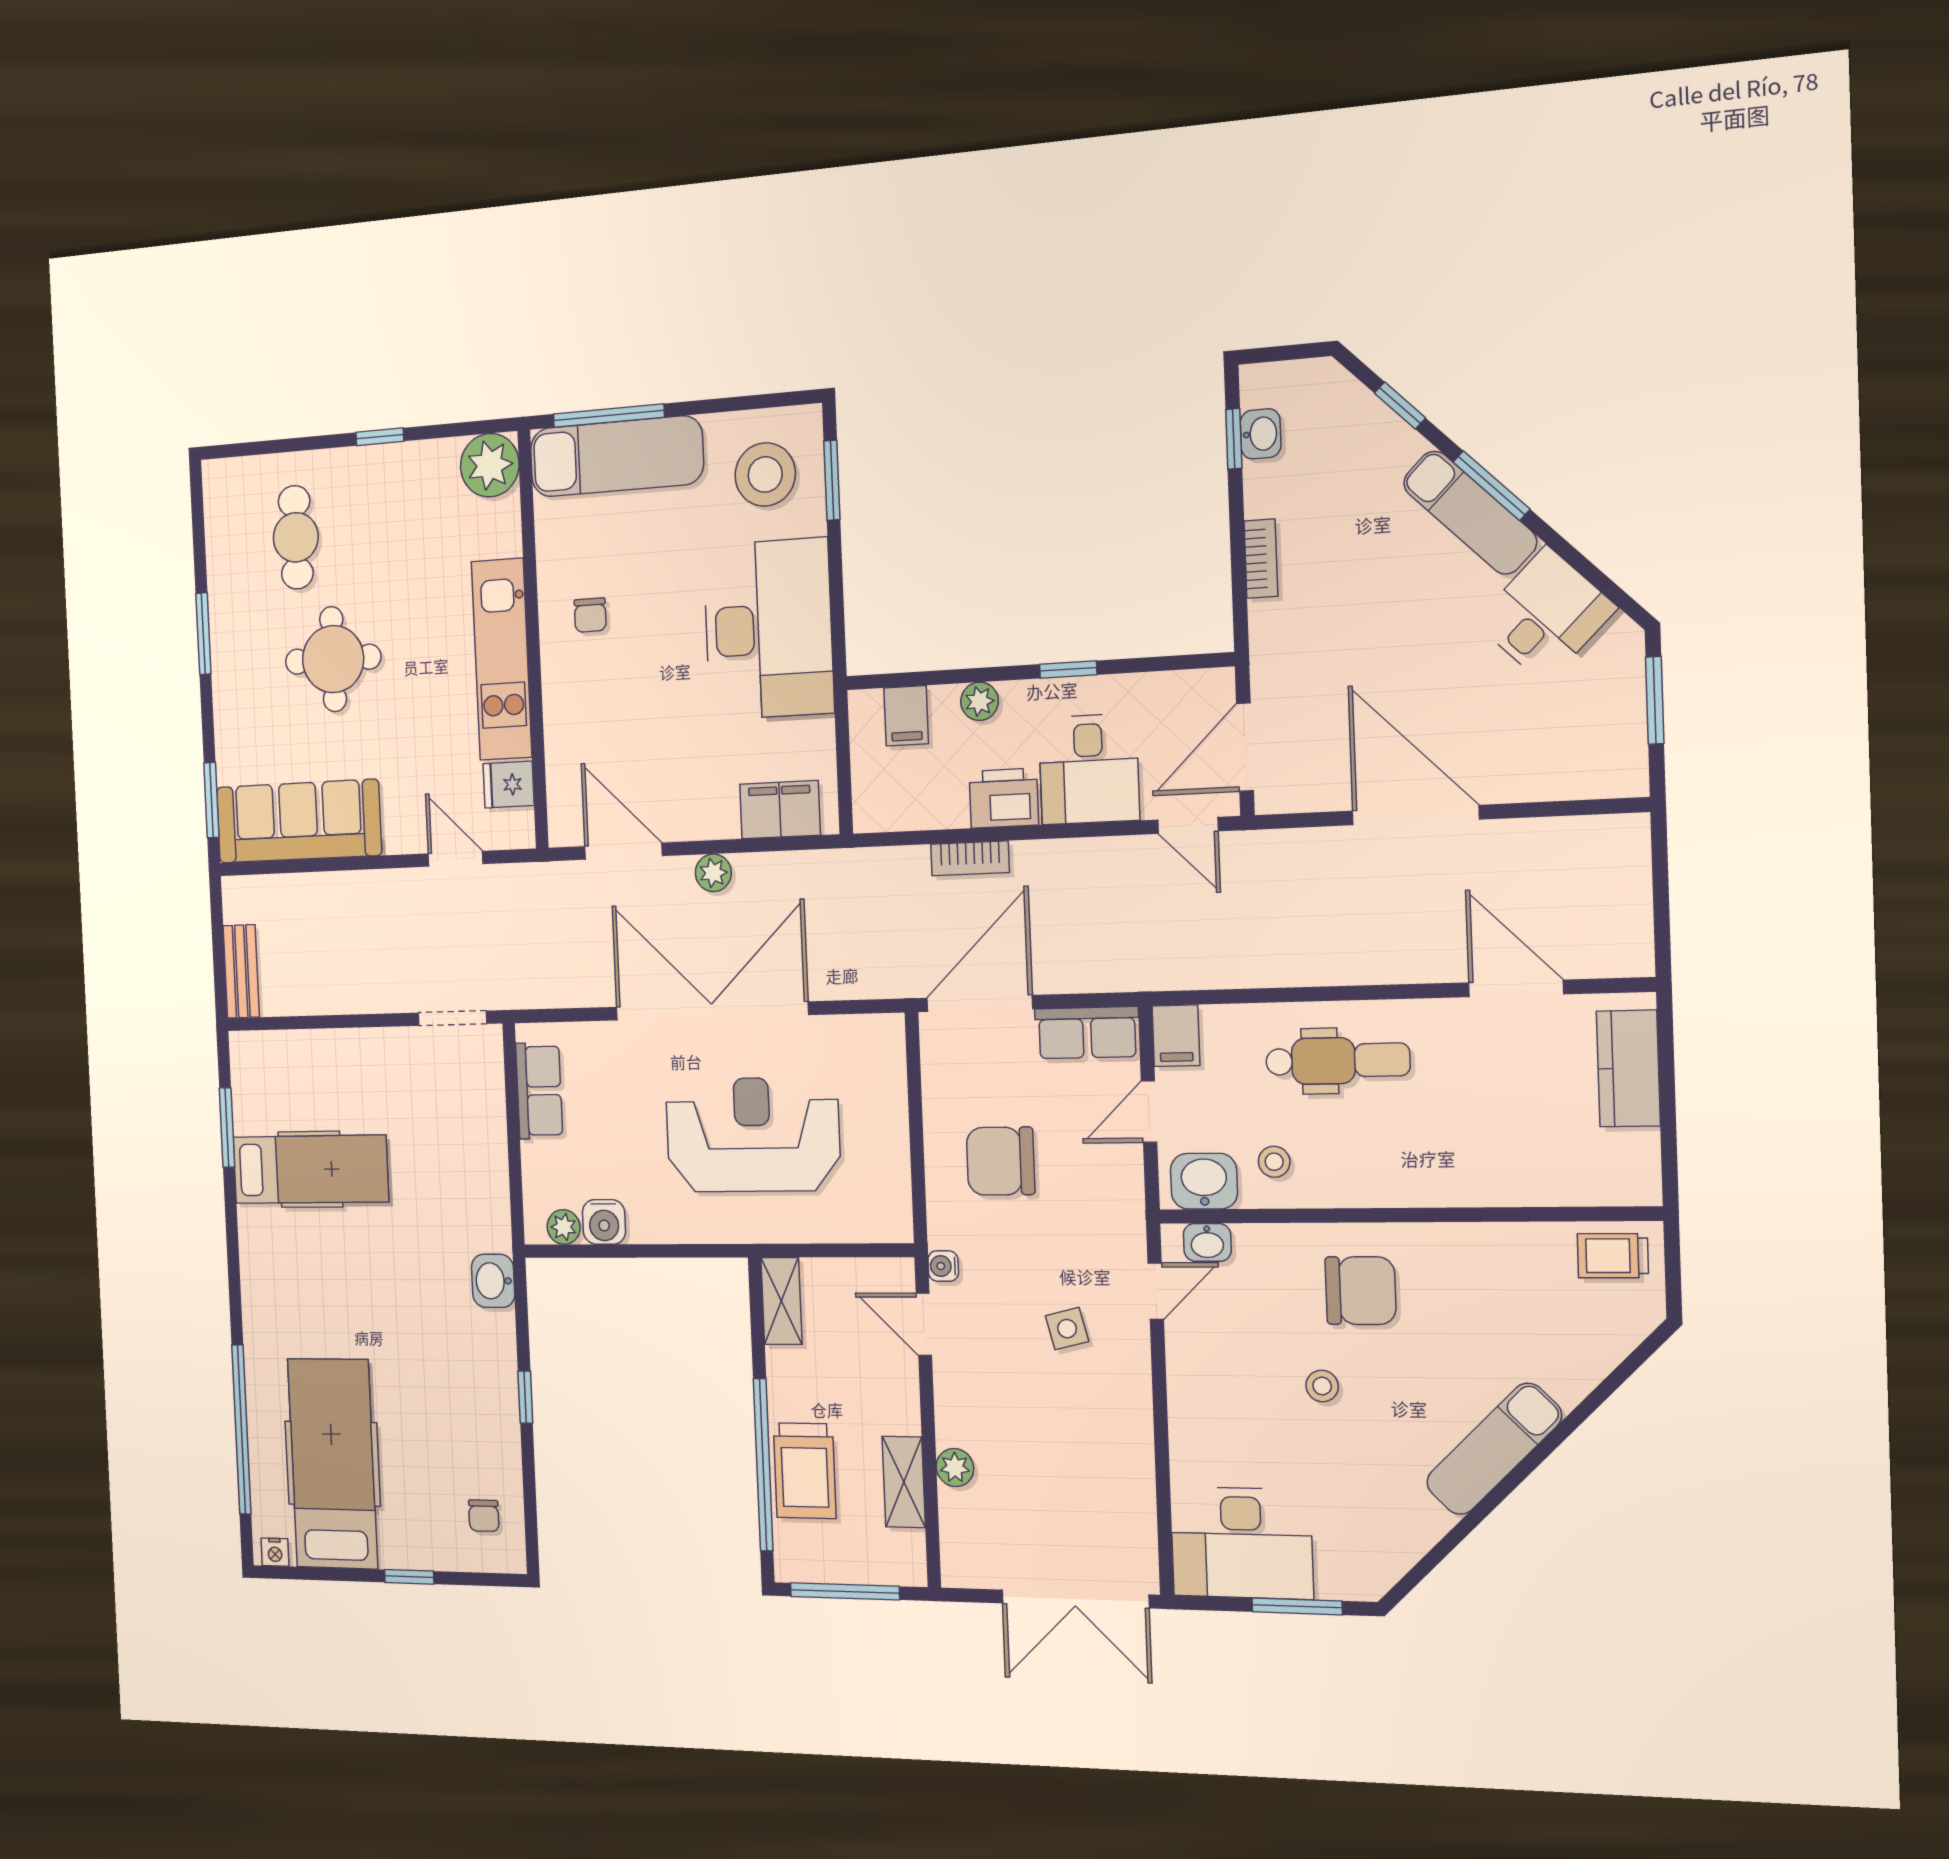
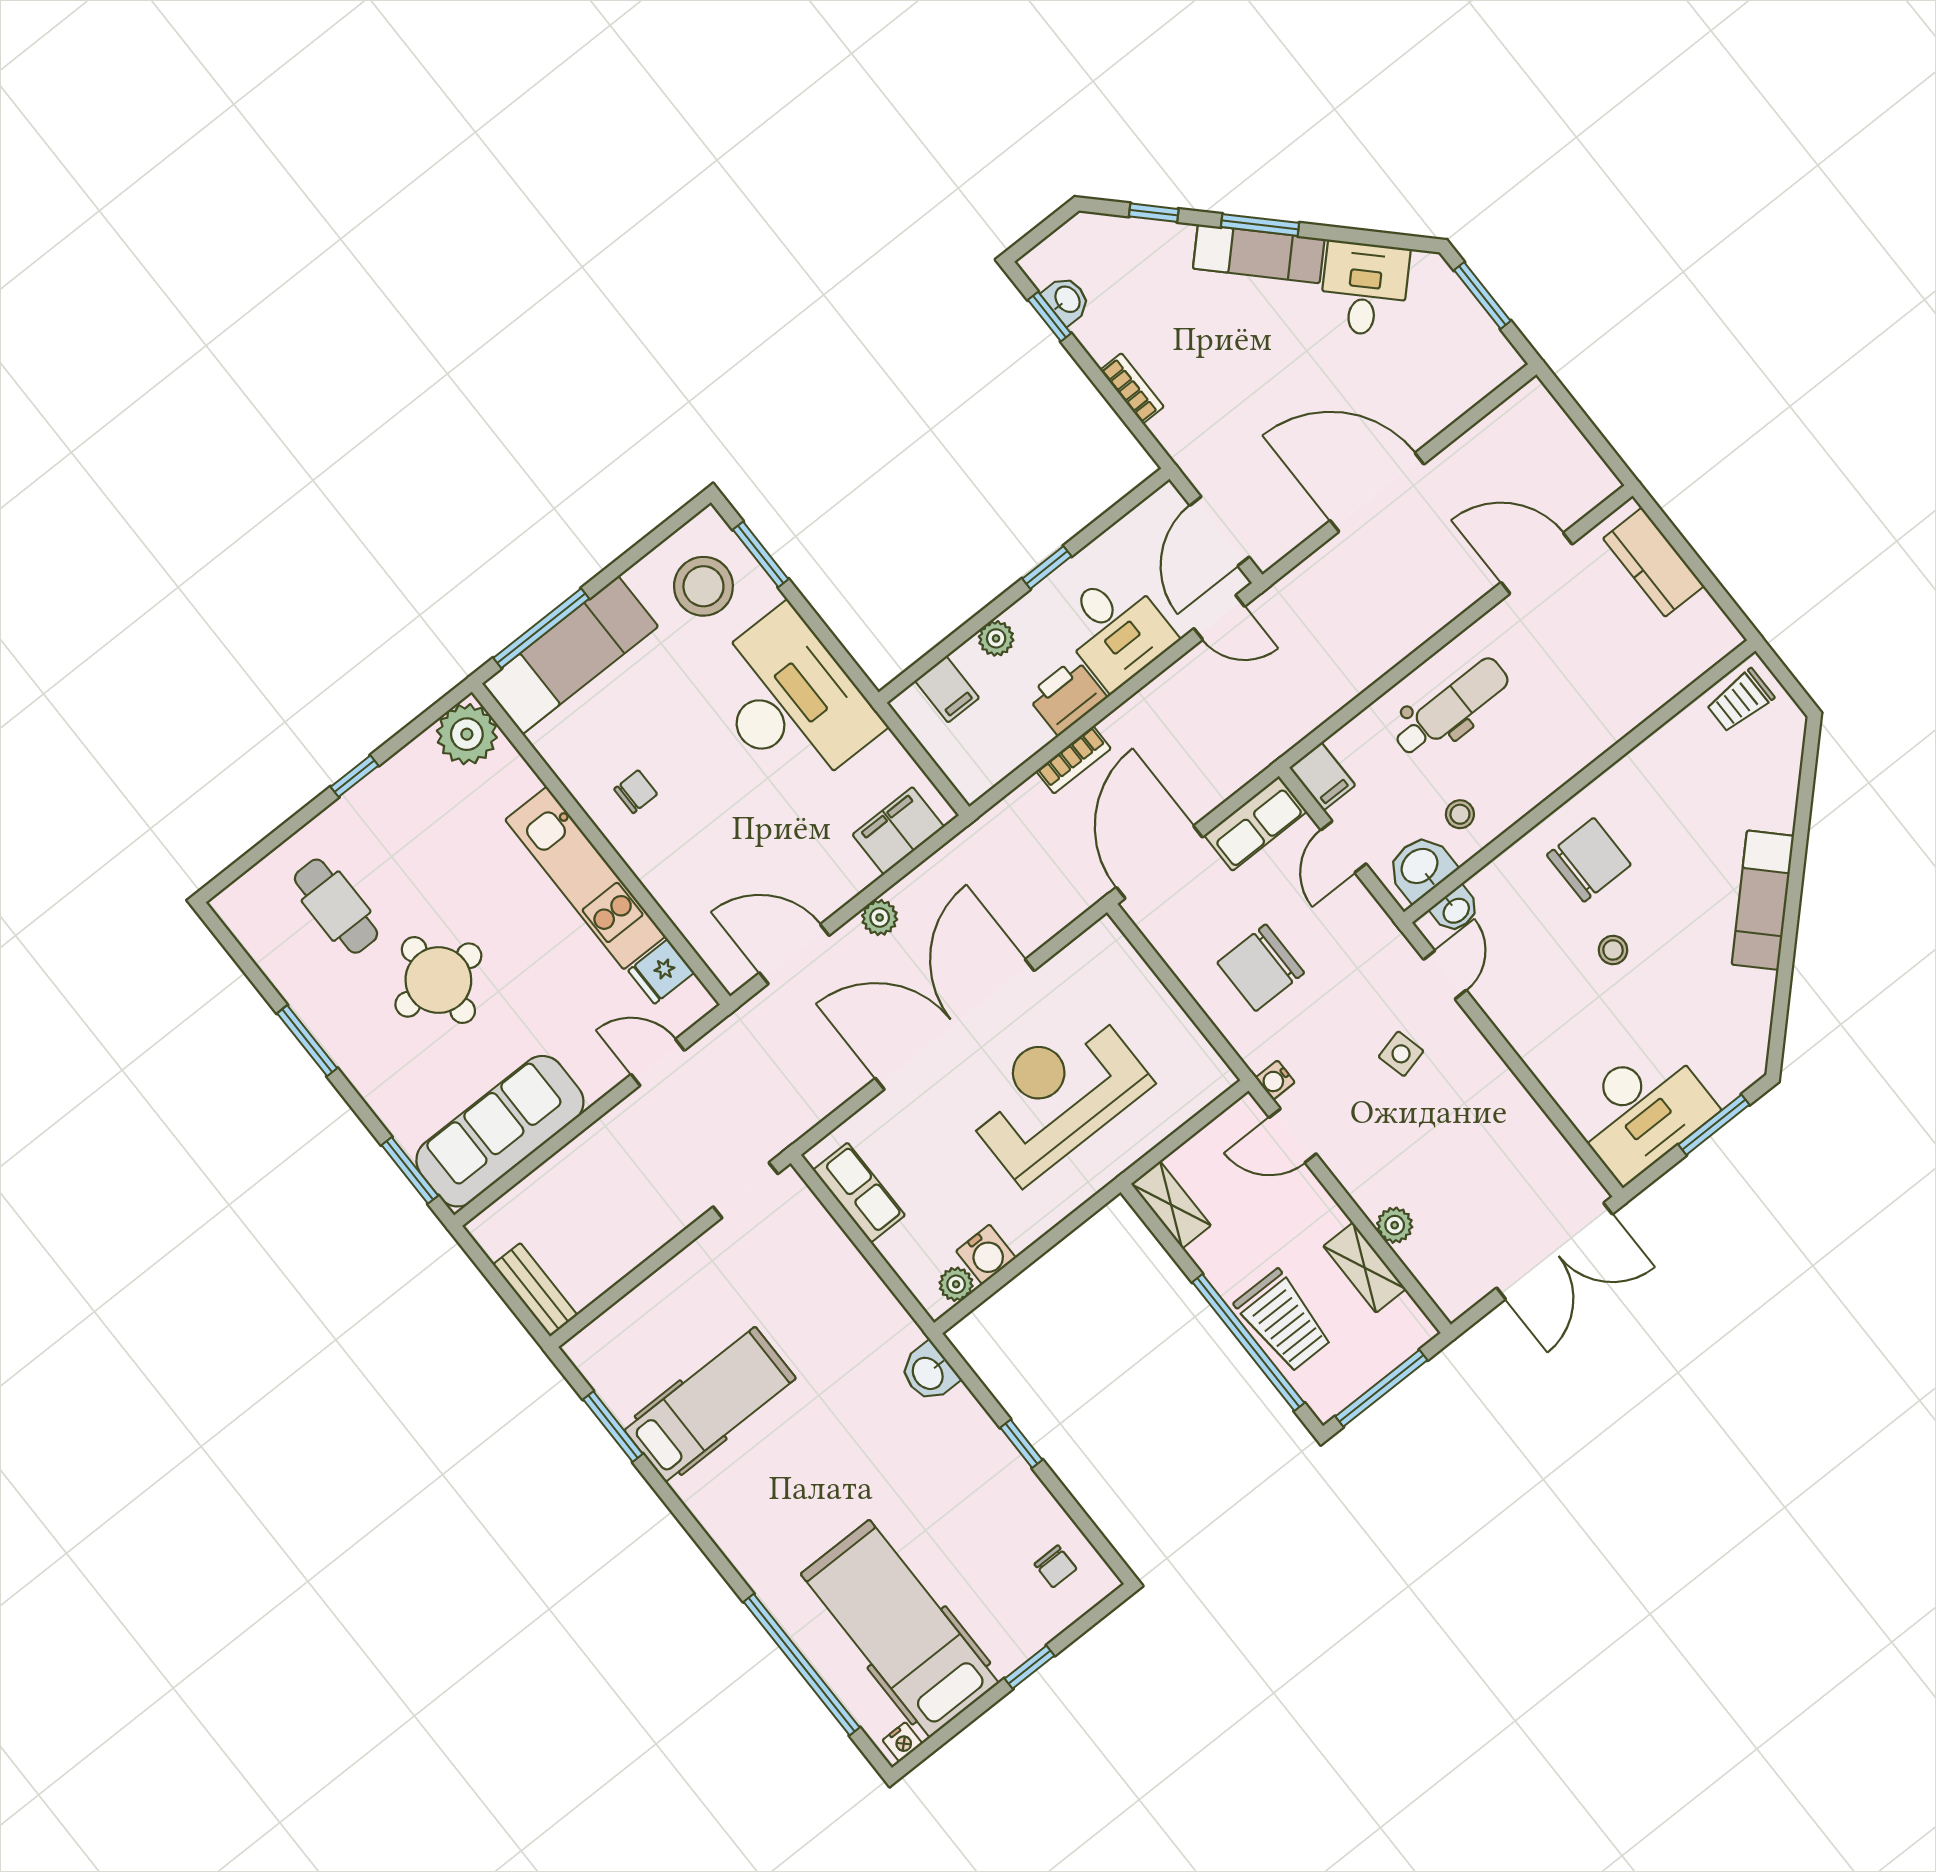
chair: (590, 615) -> (636, 792), turned -90

